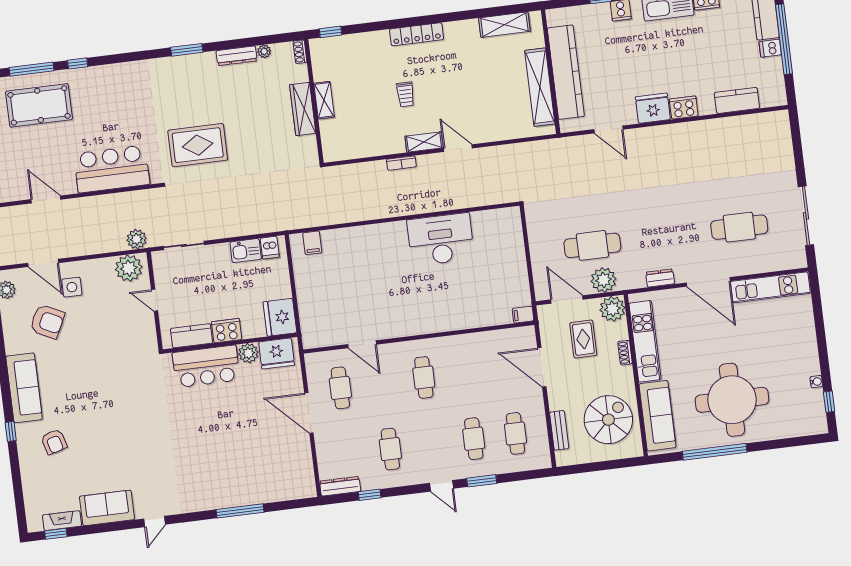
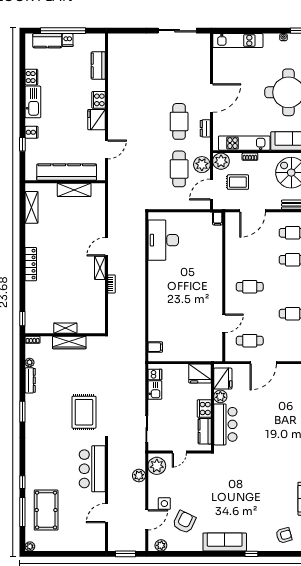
shelving: (540, 87) -> (74, 190), width x0.68
trolley: (405, 94) -> (68, 276), removed
cafe table: (739, 227) -> (179, 121), moved
plant: (137, 239) -> (139, 476), moved
desk: (441, 239) -> (163, 240), moved
kitchen unit: (770, 287) -> (238, 41), moved, turned 90
armchair: (54, 442) -> (284, 535), moved

